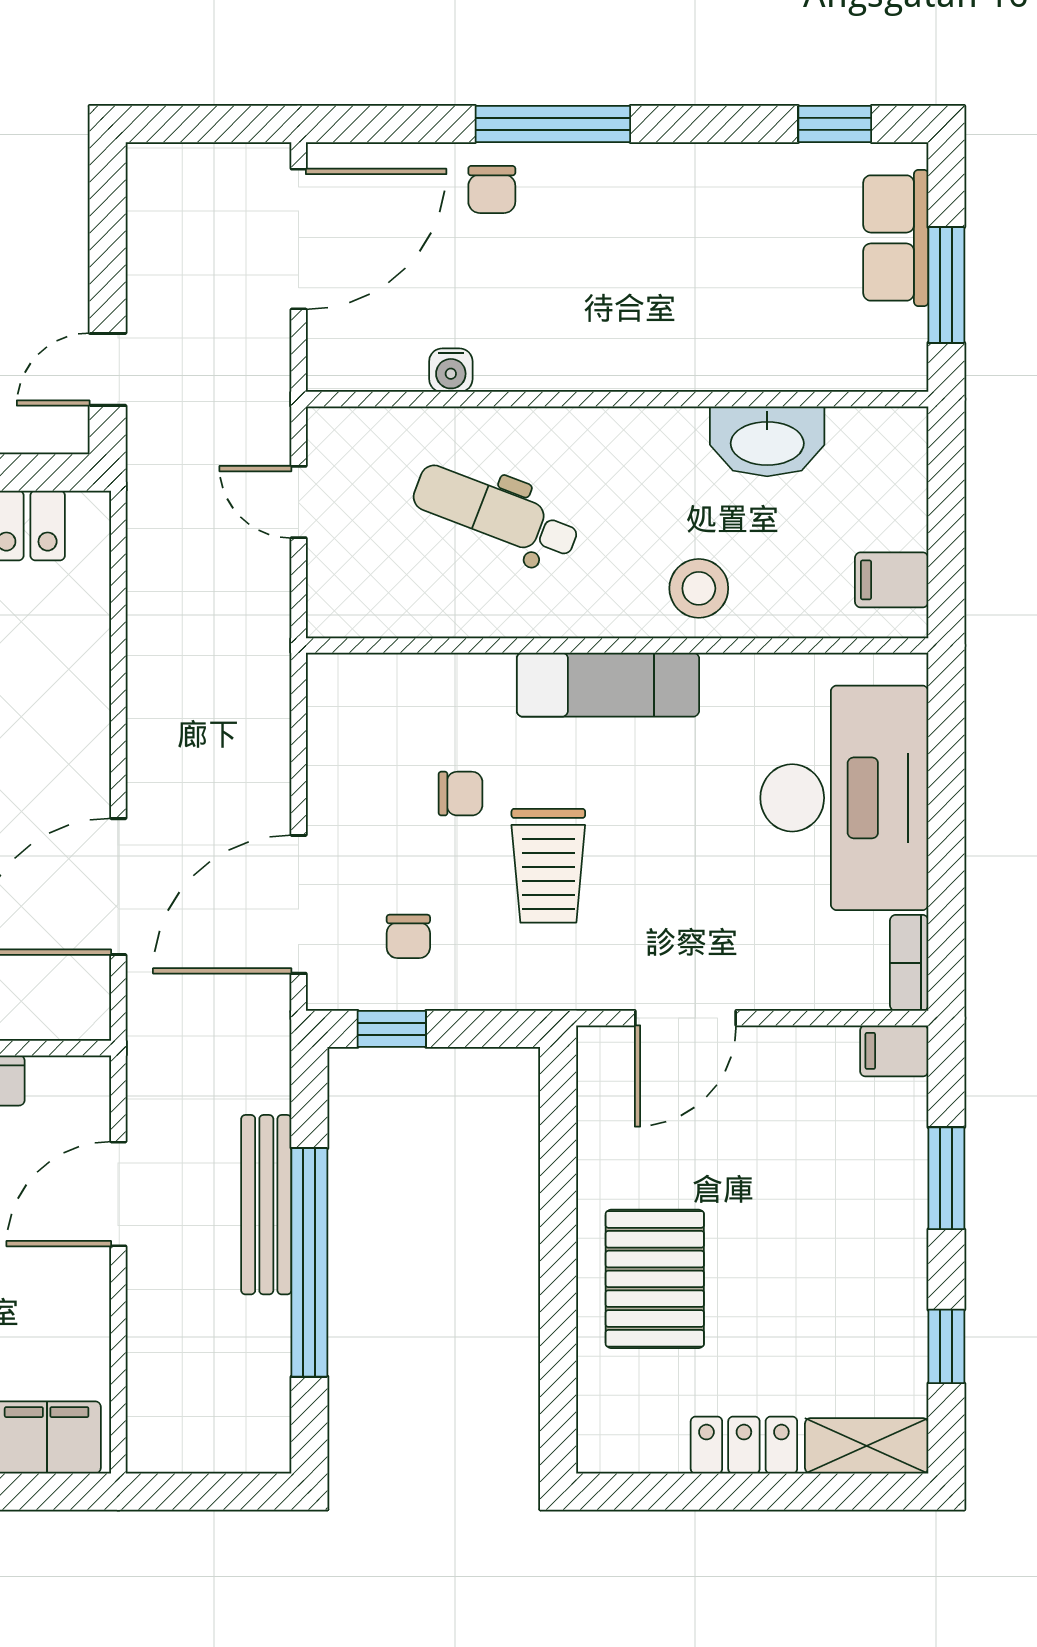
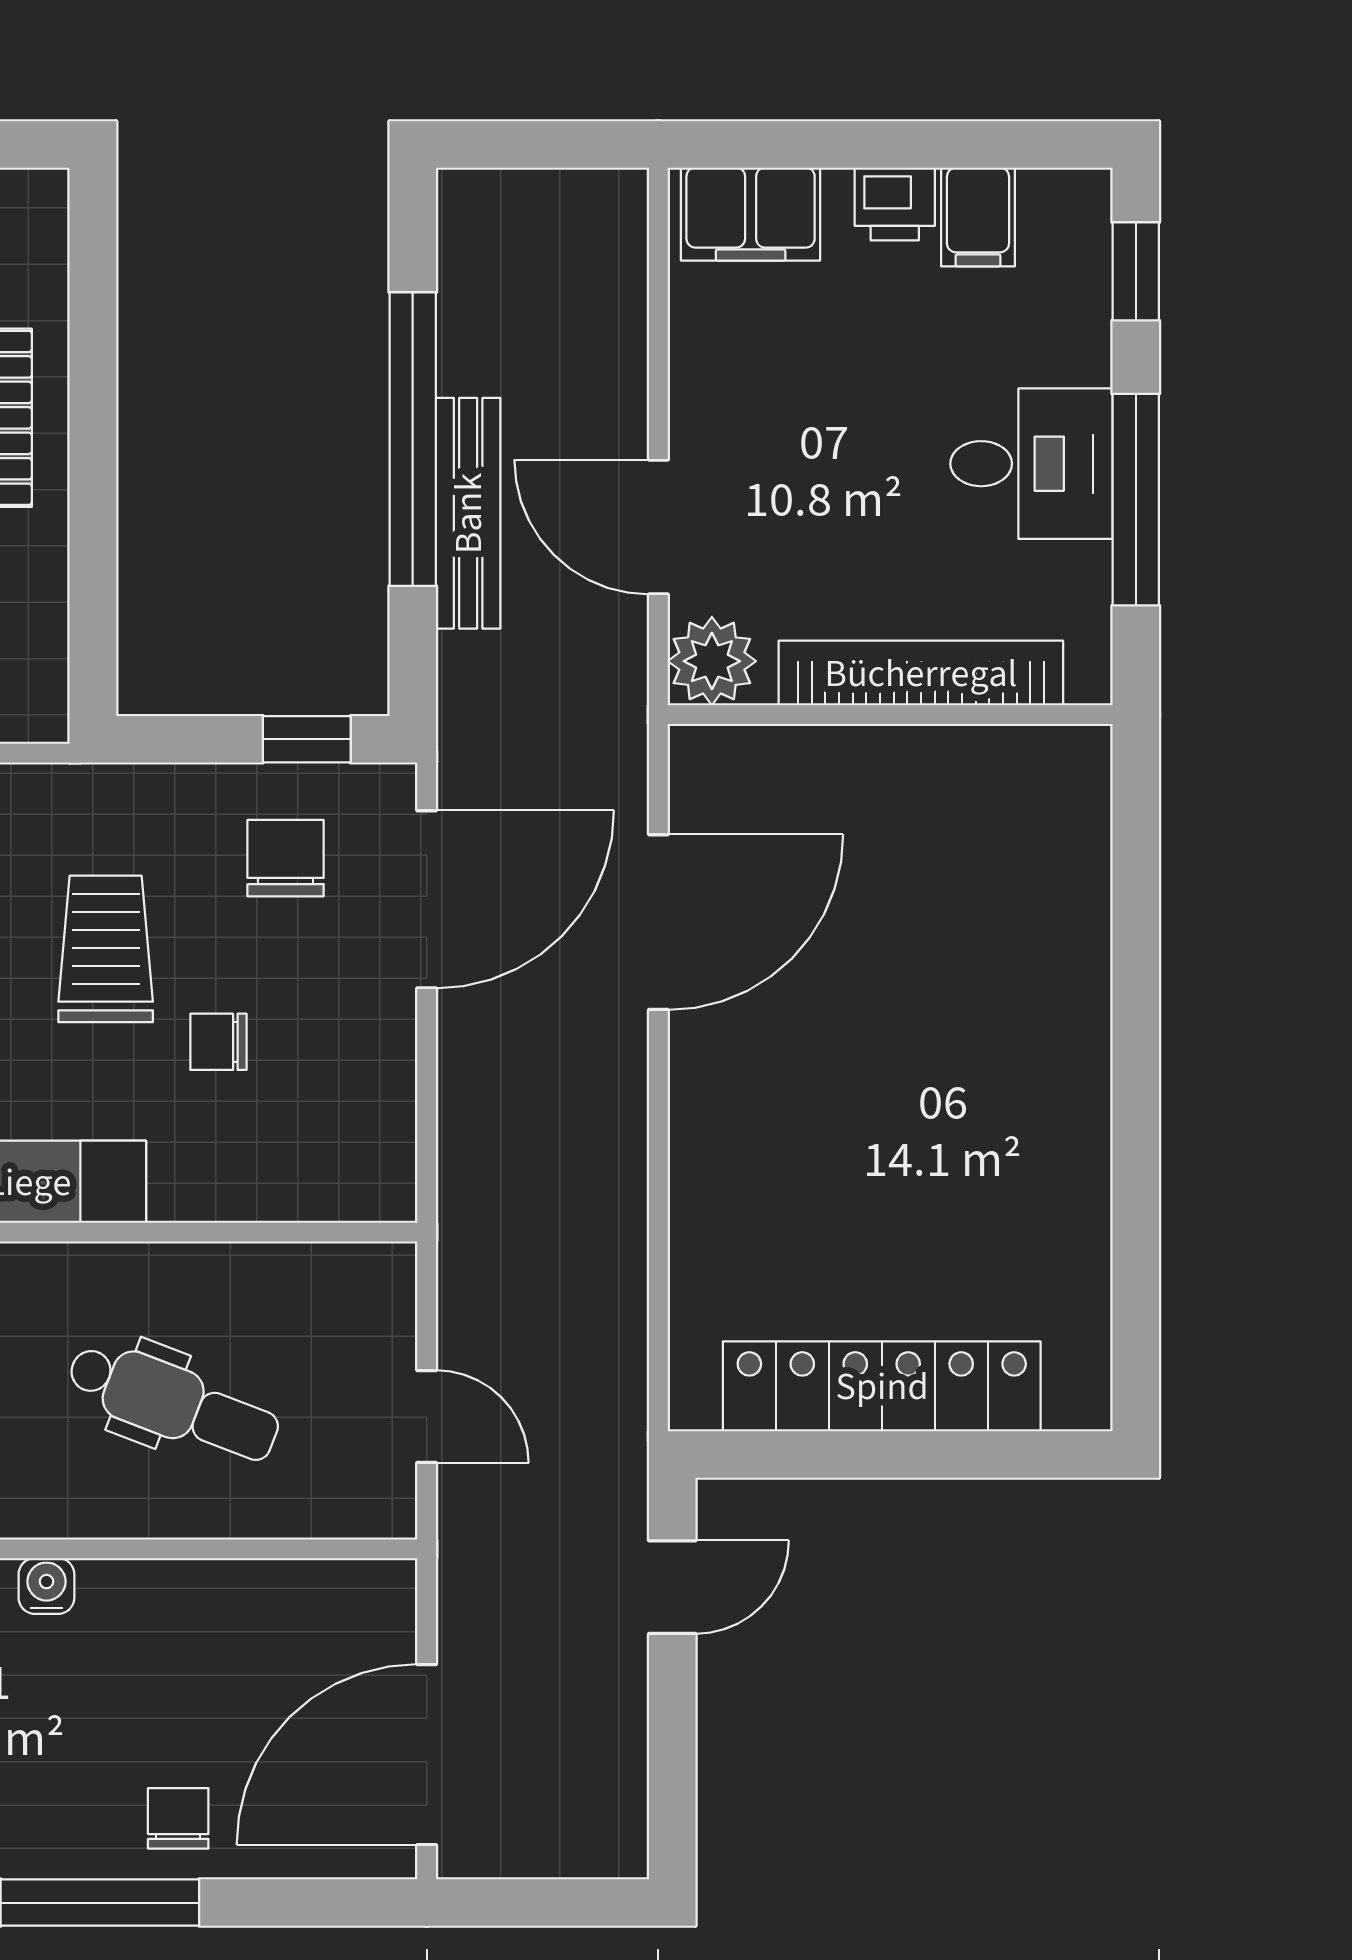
water cooler: (451, 370) -> (46, 1586), moved
chair: (408, 936) -> (286, 858), width x1.37, depth x1.37
plant: (77, 1090) -> (712, 661), added
door: (118, 1194) -> (658, 527), swing flipped

